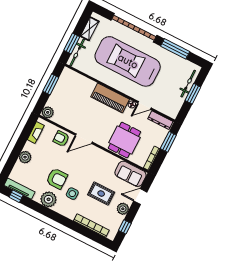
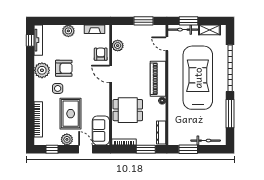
window: (193, 94) -> (188, 149), moved
door: (144, 105) -> (167, 44), moved
plant: (48, 112) -> (118, 46), moved
armchair: (57, 179) -> (64, 68), turned -90
rug: (101, 194) -> (71, 114), width x1.36, depth x1.43

